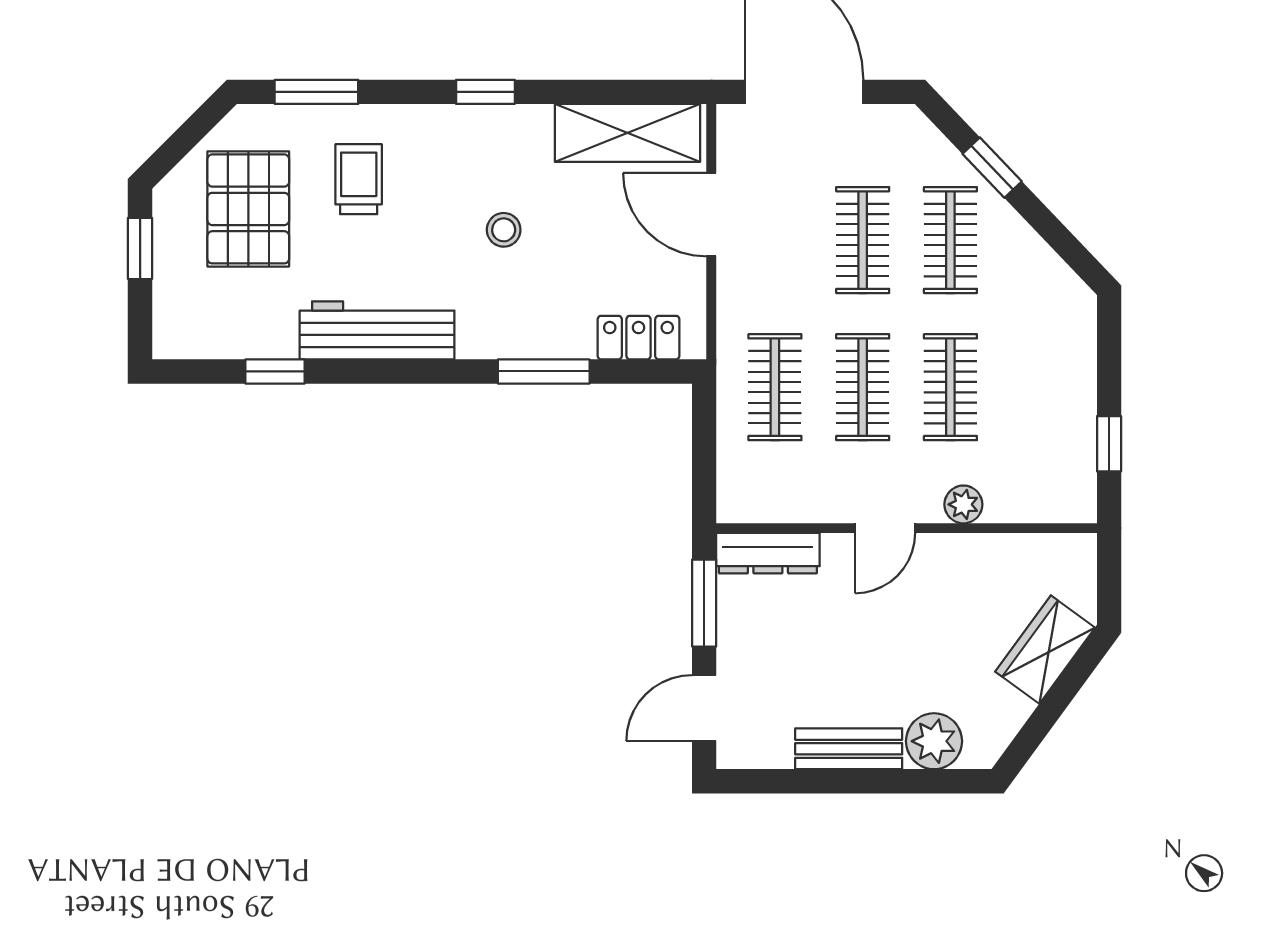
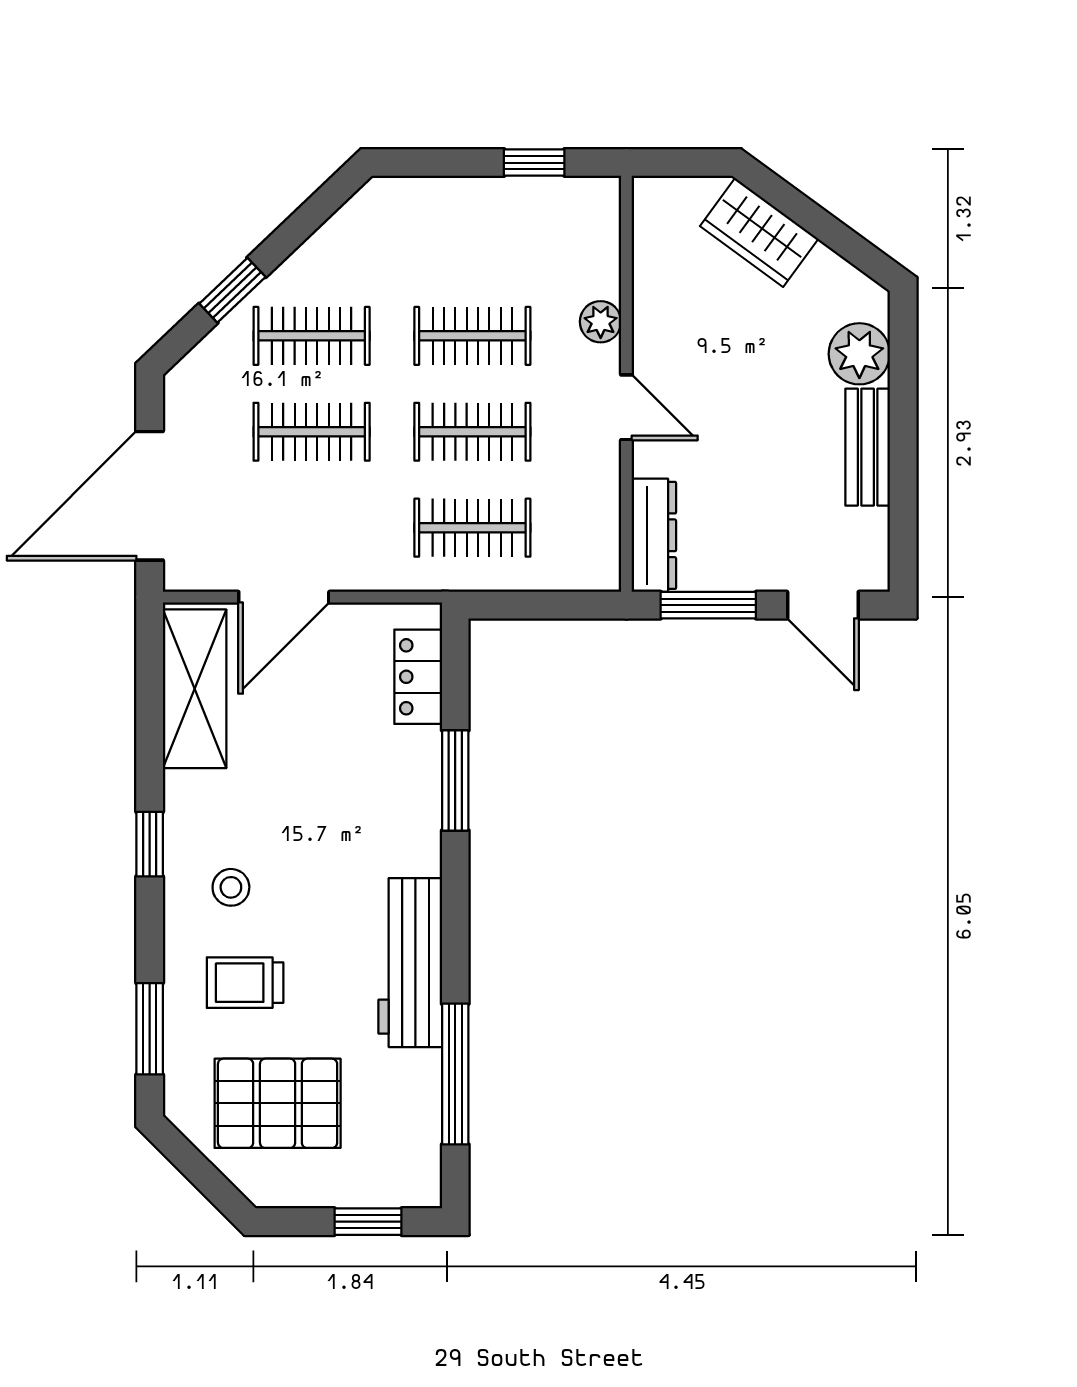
stool: (504, 230) -> (231, 887), moved
window: (140, 248) -> (368, 1222), moved
window: (275, 371) -> (455, 1074), width x2.17

